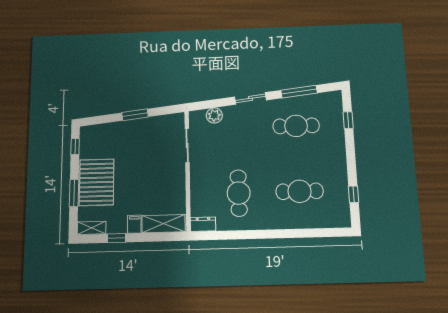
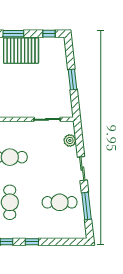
window: (348, 120) -> (32, 242), moved
cafe table: (296, 126) -> (60, 202), turned 90

